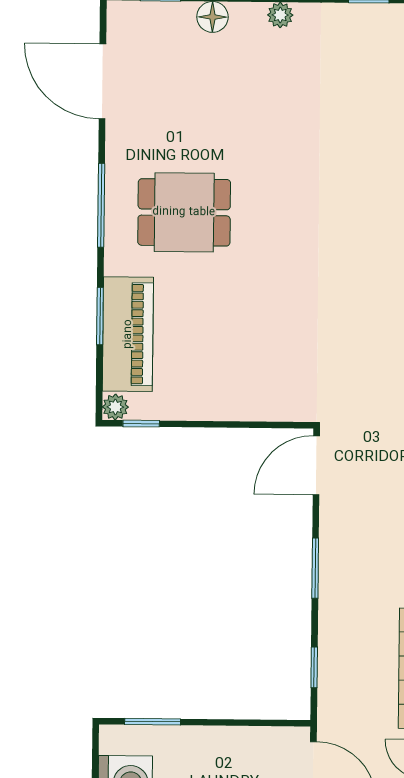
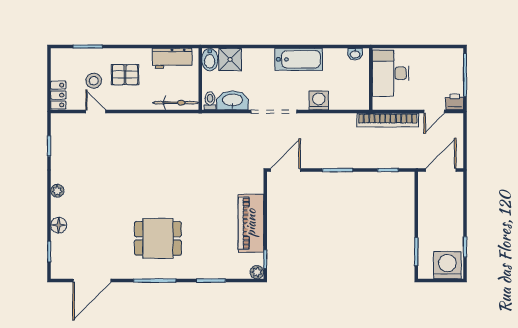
dining table: (184, 212) -> (158, 238), turned 90
piano: (128, 334) -> (251, 223), moved, turned -90
door: (316, 465) -> (285, 170), swing flipped

